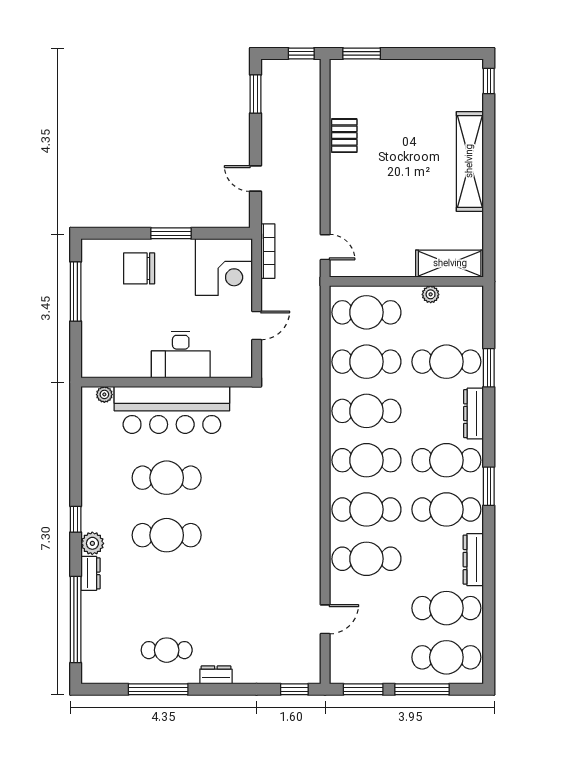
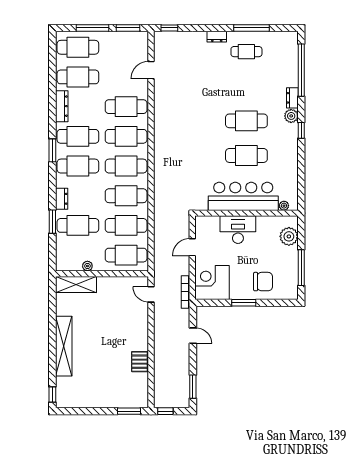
plant: (96, 343) -> (289, 236), added
dresser: (474, 414) -> (62, 199), width x0.70

